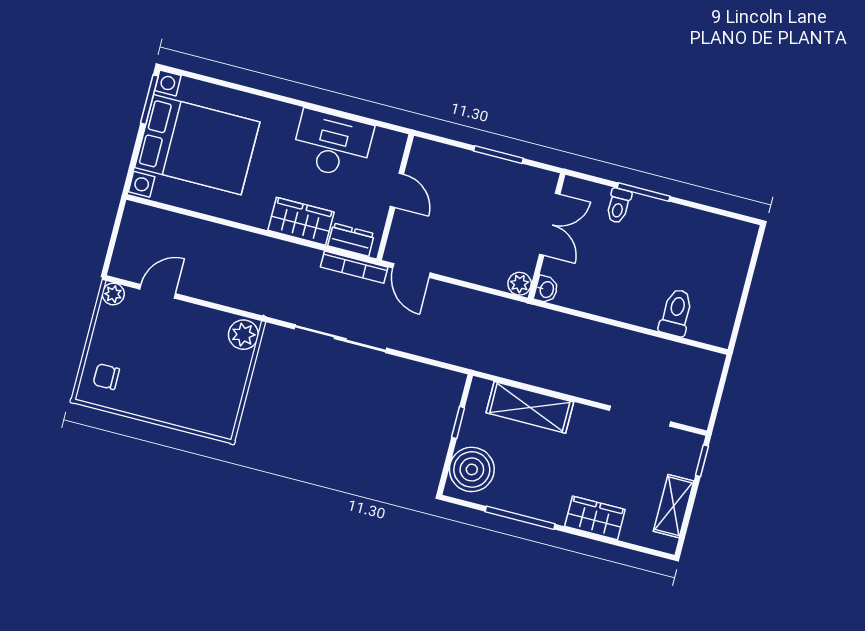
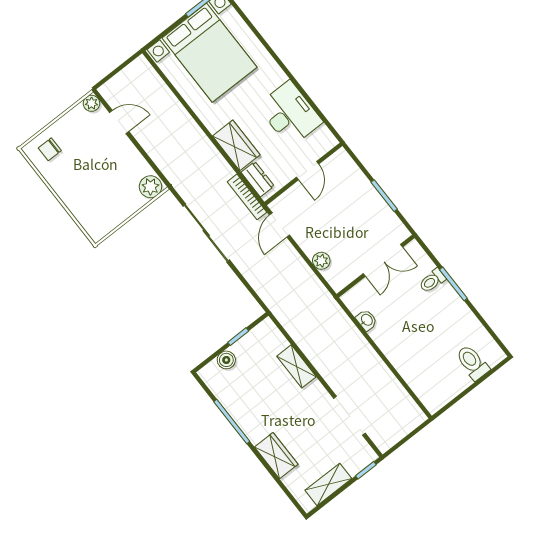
plant: (520, 284) -> (321, 261), moved
washbasin: (546, 289) -> (367, 320), moved, turned -90
toilet: (676, 313) -> (472, 363), moved, turned -90
chair: (106, 377) -> (50, 149), turned -90
shelving: (530, 407) -> (296, 366), width x0.67, depth x0.75
boiler: (472, 469) -> (226, 360), width x0.54, depth x0.54

